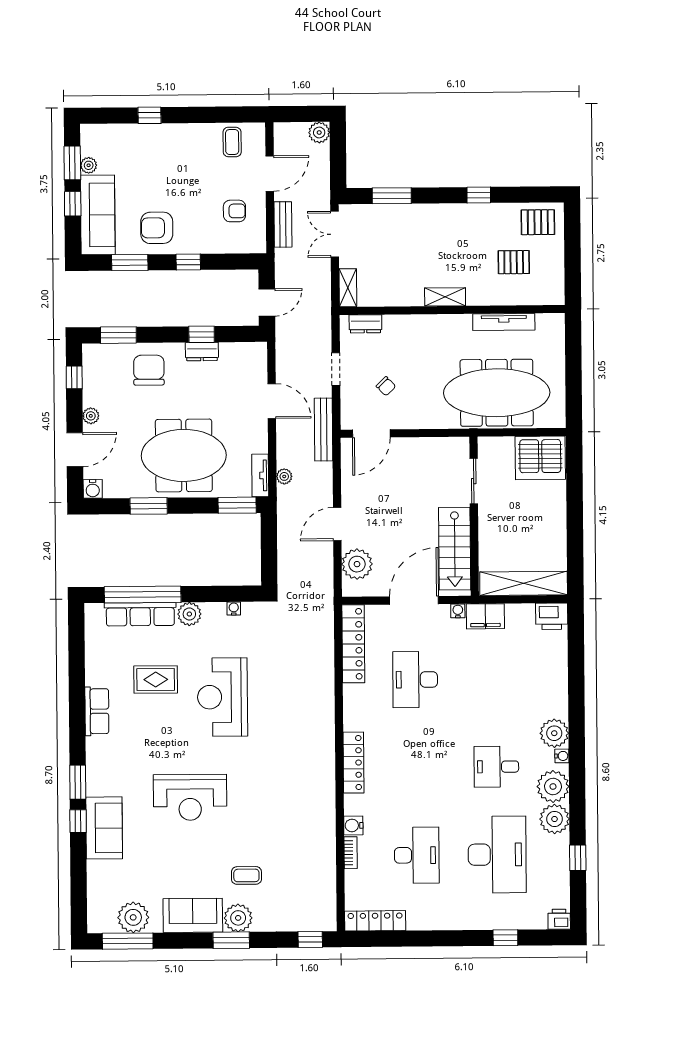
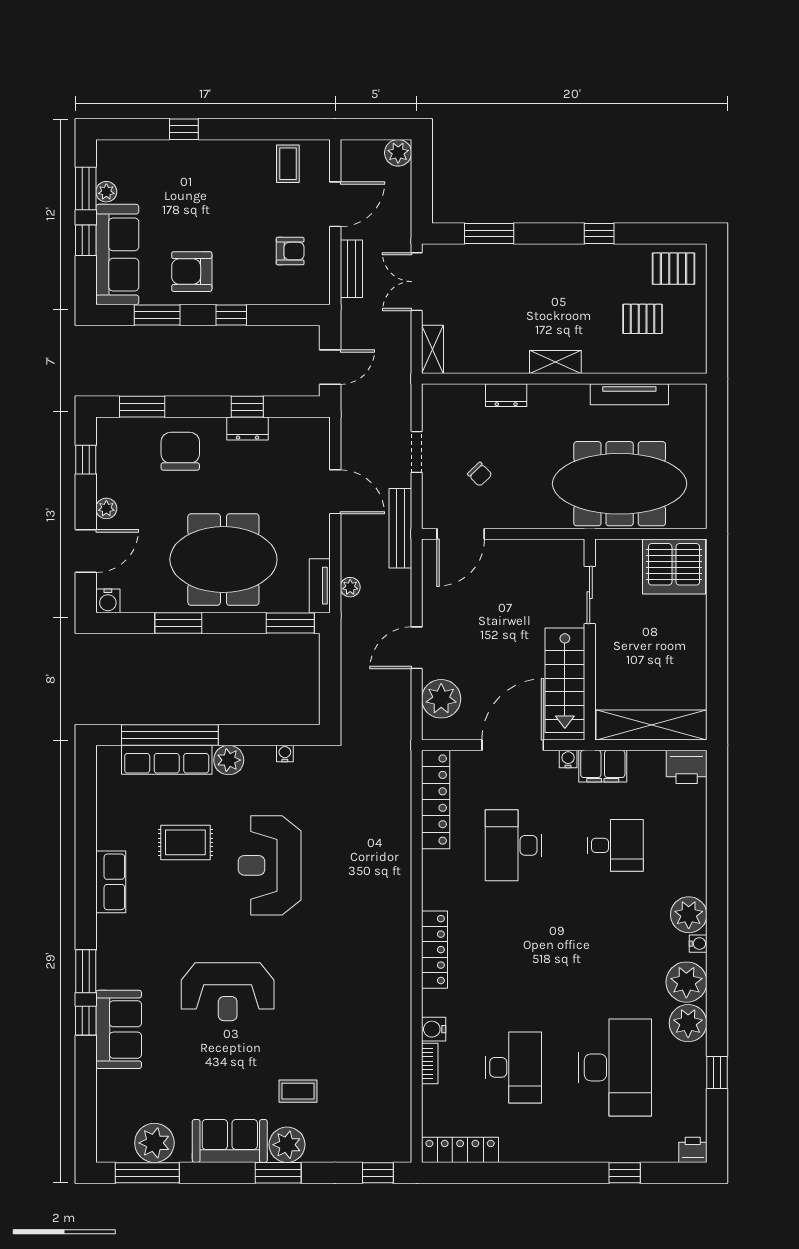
dresser: (365, 324) -> (506, 395), moved
desk: (496, 767) -> (615, 845), moved, turned 180

